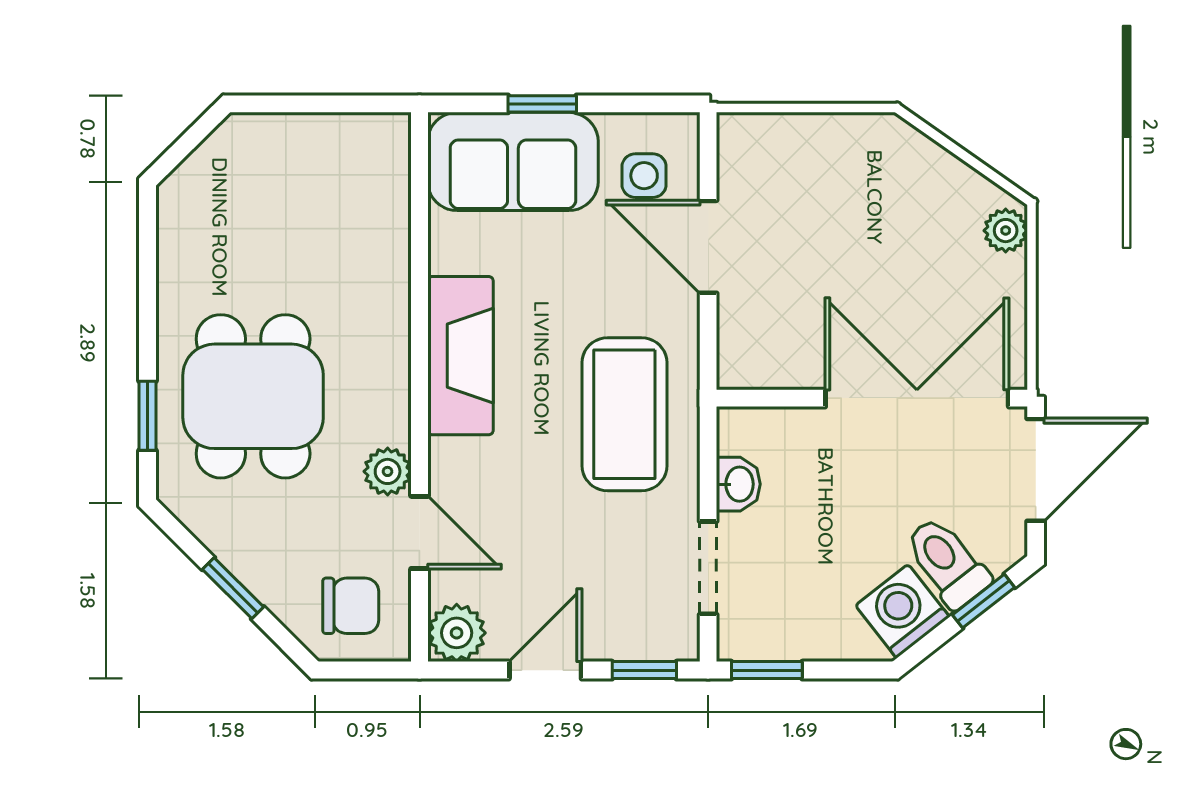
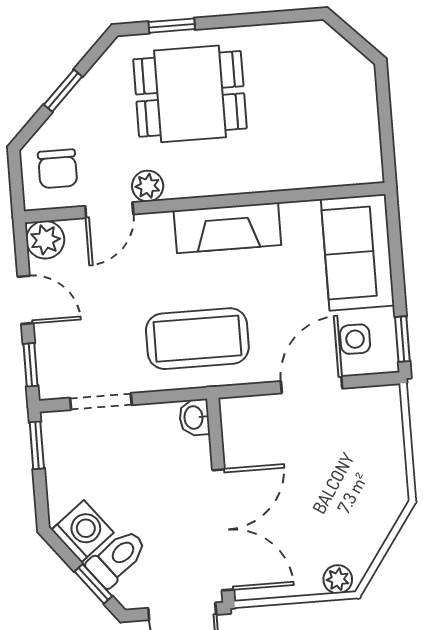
window: (542, 104) -> (402, 339), moved
washbasin: (738, 484) -> (194, 417), moved, turned 90

